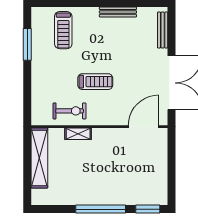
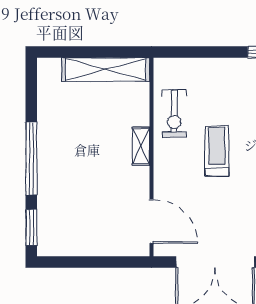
treadmill: (95, 82) -> (217, 151), turned 180
shelving: (78, 134) -> (141, 146), moved

